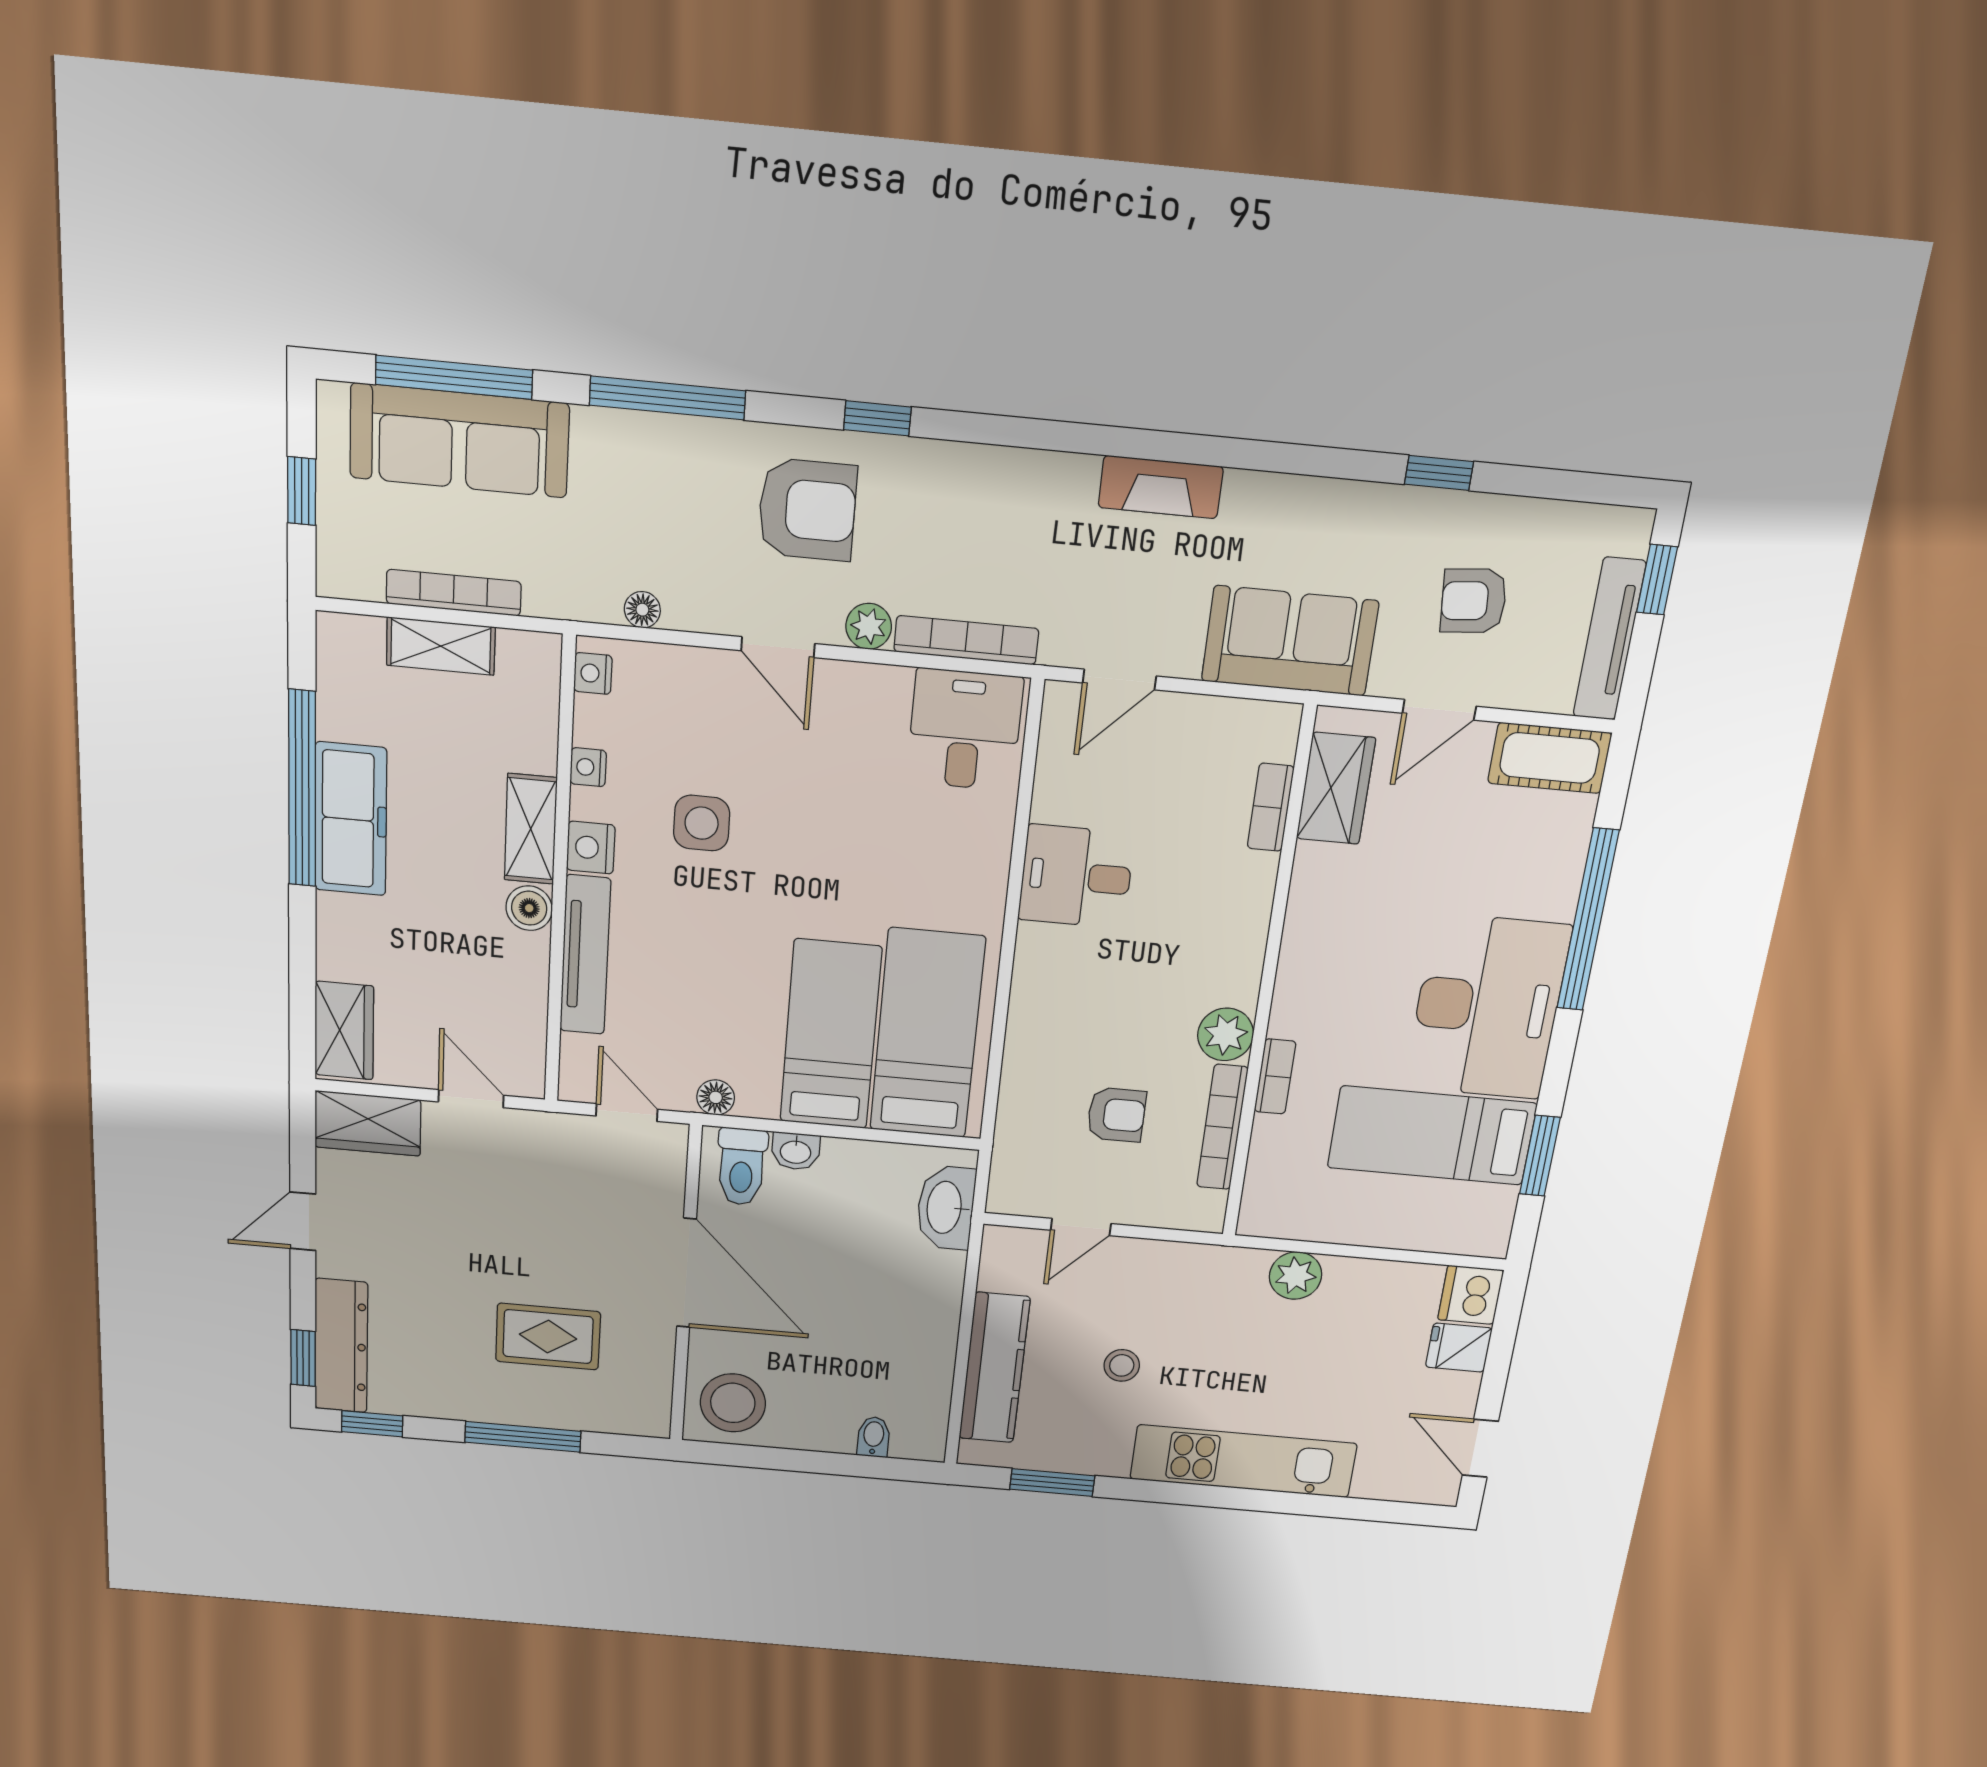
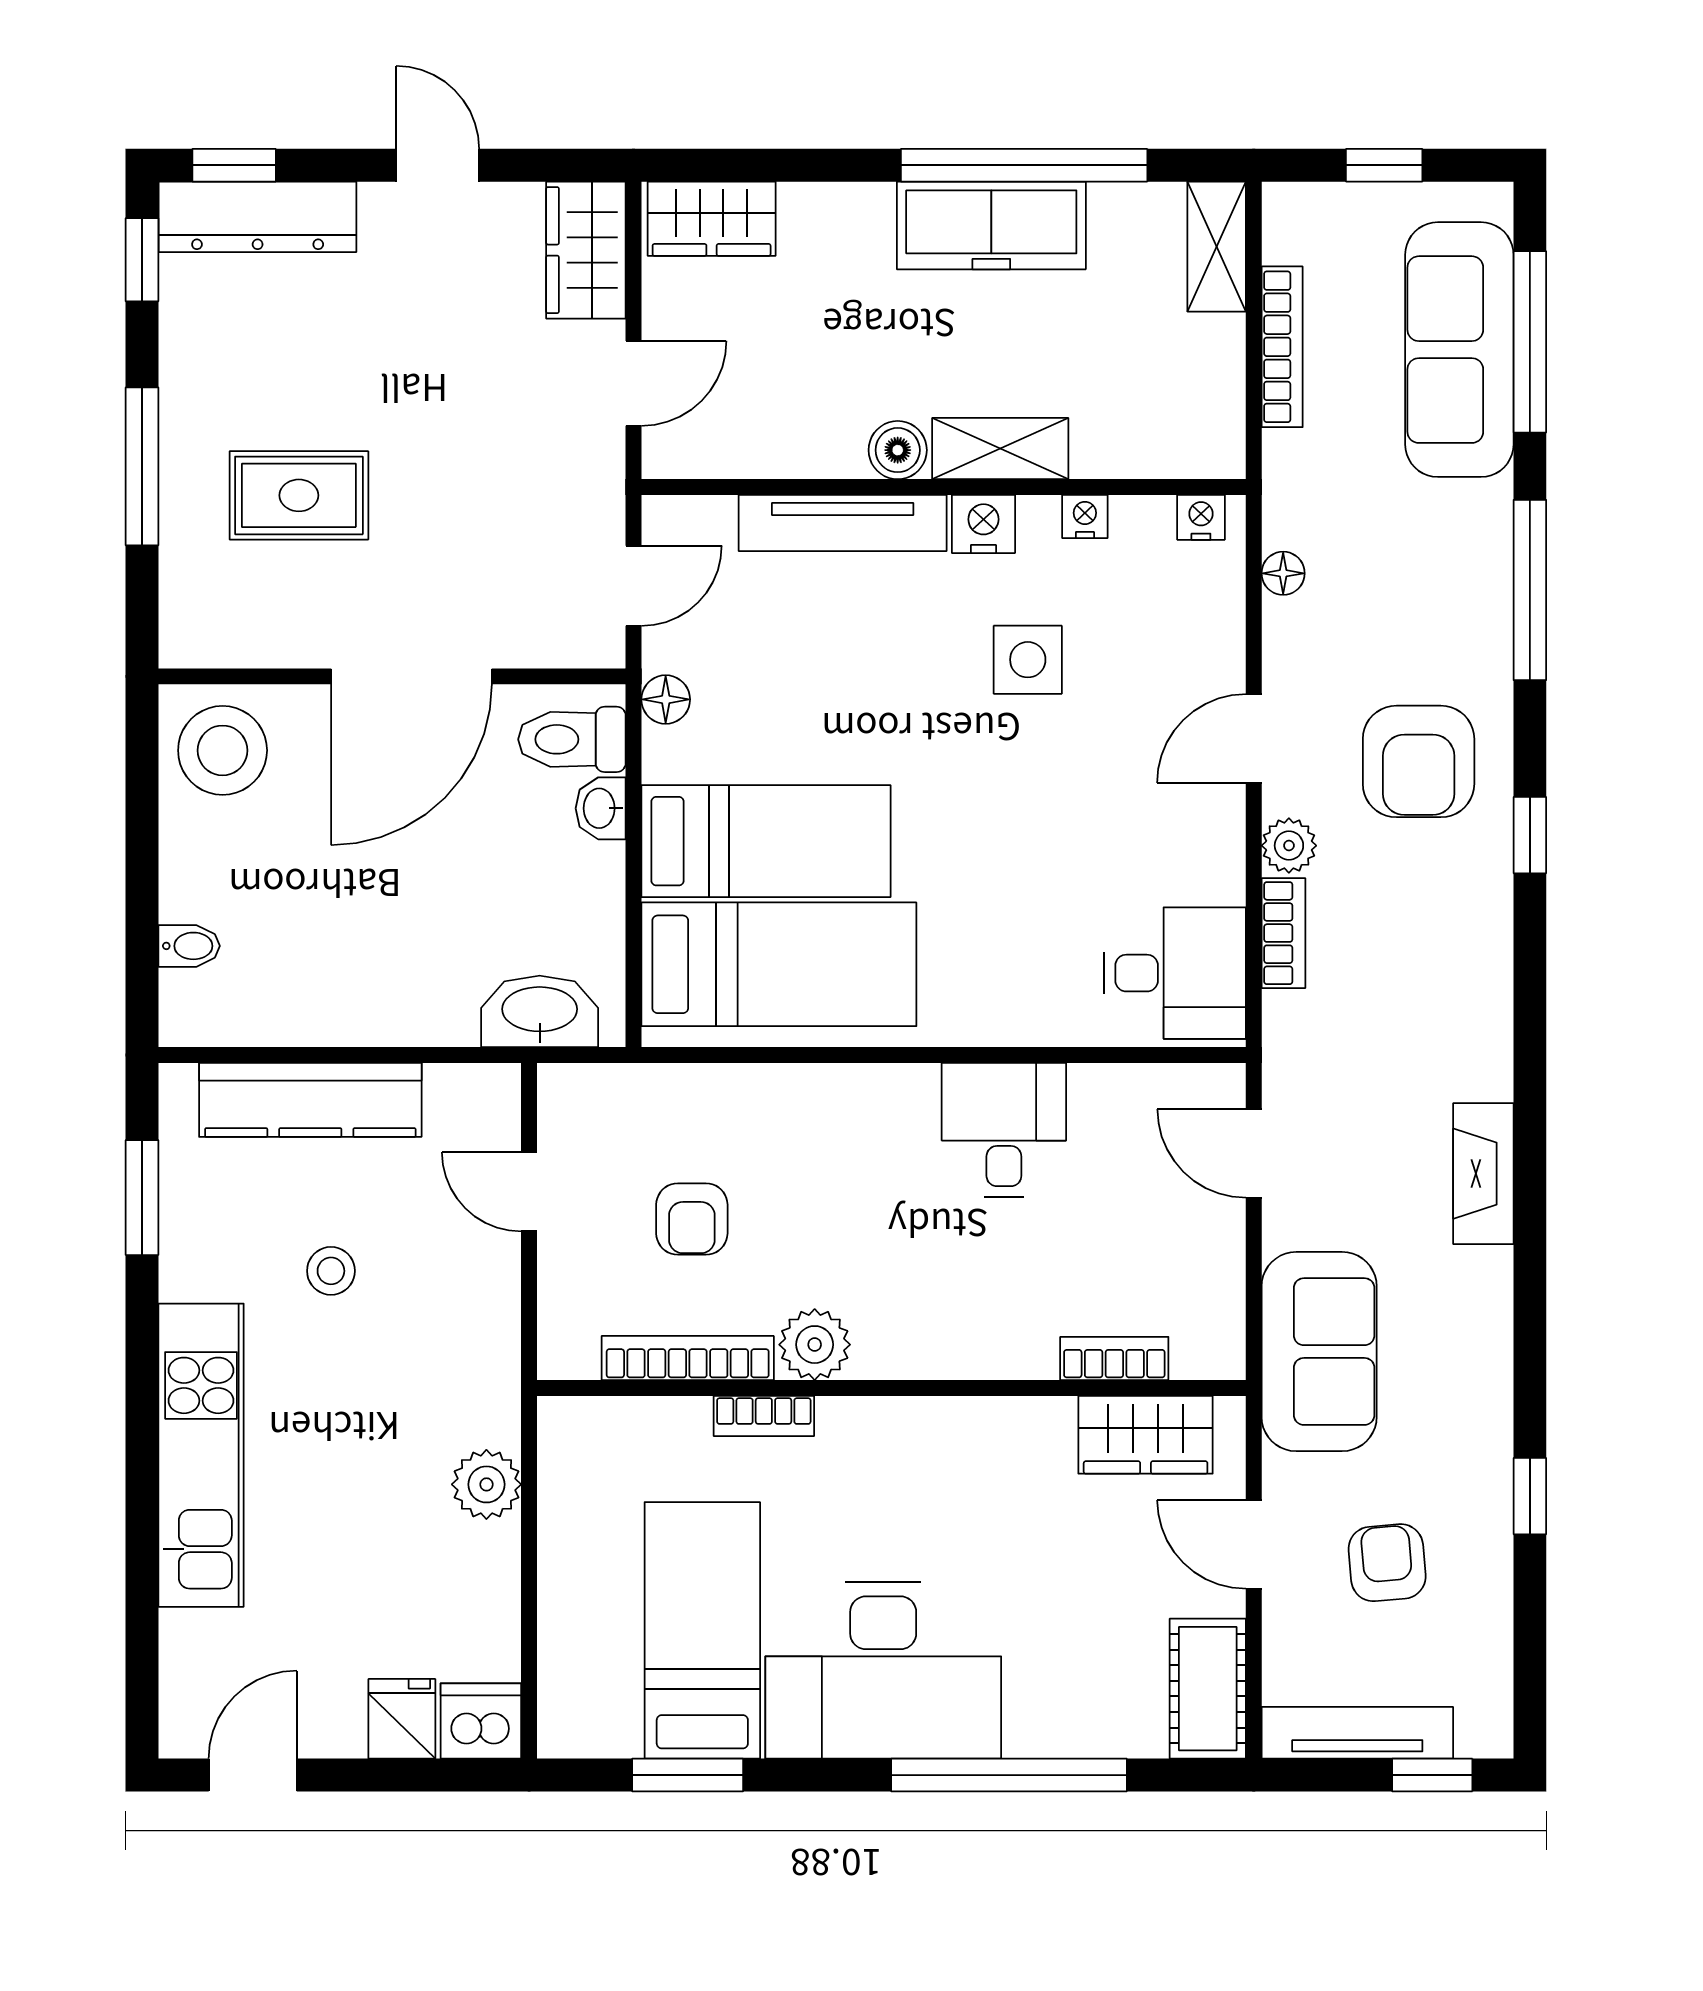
bookcase: (966, 640) -> (1284, 933), width x0.64
shelving: (441, 646) -> (1217, 247), moved
rug: (548, 1337) -> (299, 495), turned 90

